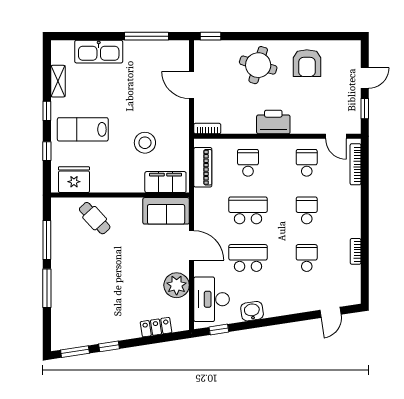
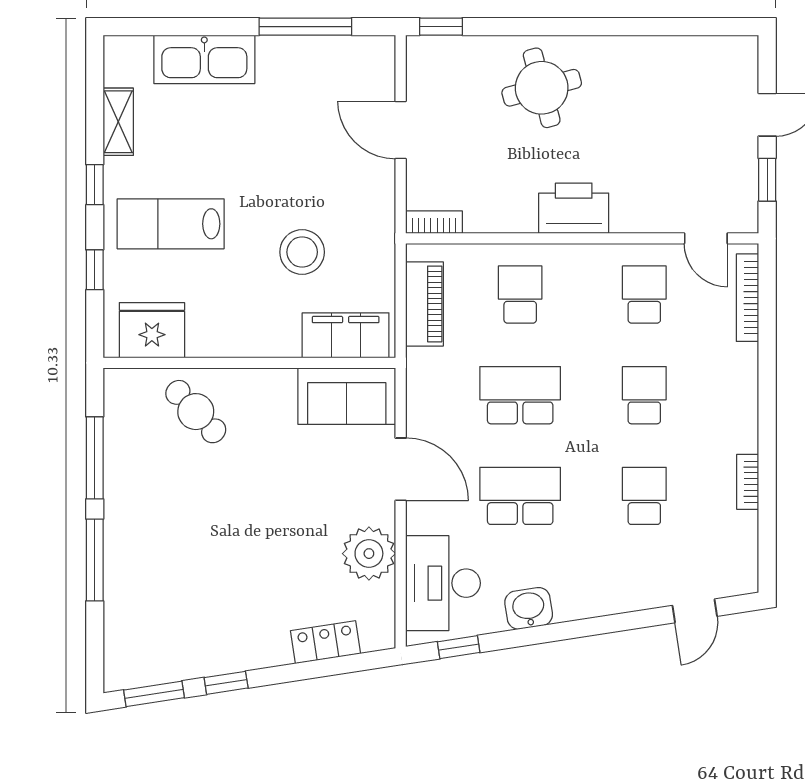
armchair: (307, 63) -> (645, 84), removed
round table: (258, 65) -> (542, 88), turned -32

